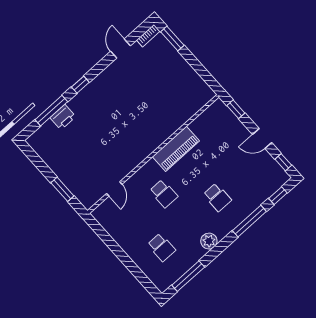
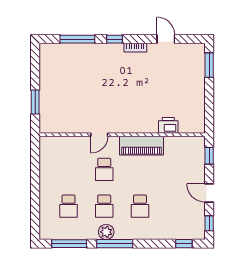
bookcase: (148, 36) -> (135, 48), moved
door: (120, 49) -> (166, 39), hinge flipped
printer: (63, 117) -> (168, 125), moved, turned 180
door: (114, 189) -> (99, 135), moved
window: (249, 221) -> (115, 244), moved
school desk: (189, 222) -> (104, 206), added

